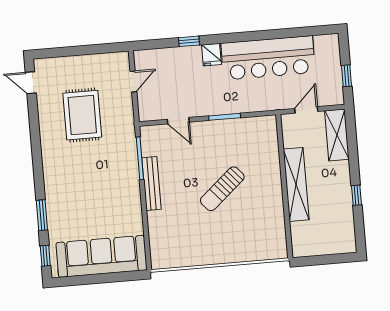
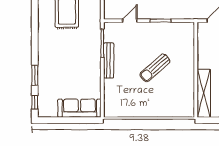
door: (178, 121) -> (130, 21), swing flipped
shelving: (296, 184) -> (204, 93), moved
sofa: (101, 256) -> (79, 108), width x0.74, depth x0.79

